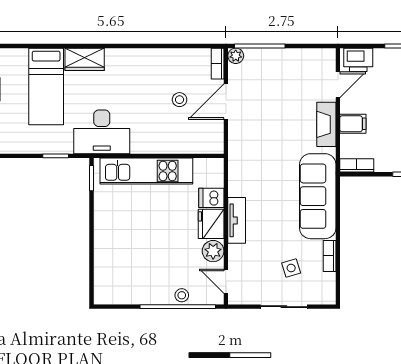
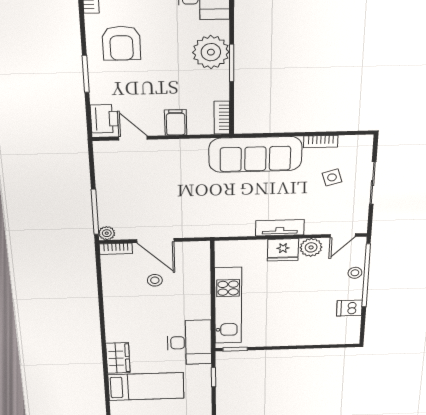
fireplace: (326, 124) -> (177, 148), removed
dishwasher: (211, 198) -> (349, 308), moved, turned 90

